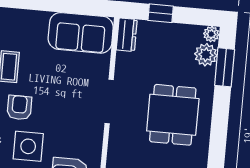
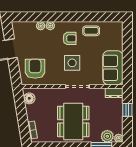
dining table: (173, 115) -> (73, 121), width x1.38
side table: (28, 146) -> (72, 63), moved

